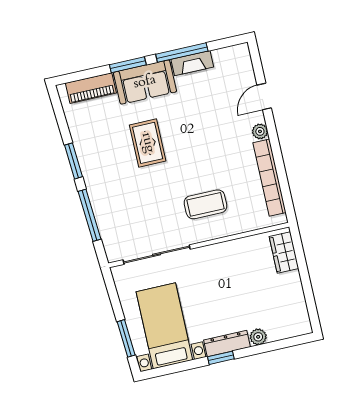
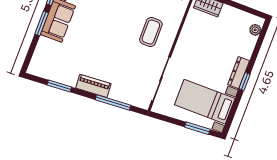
piano: (91, 88) -> (93, 86), moved, turned -94
rug: (148, 143) -> (94, 42), removed
window: (73, 161) -> (59, 86), moved
plant: (258, 337) -> (255, 30), moved

